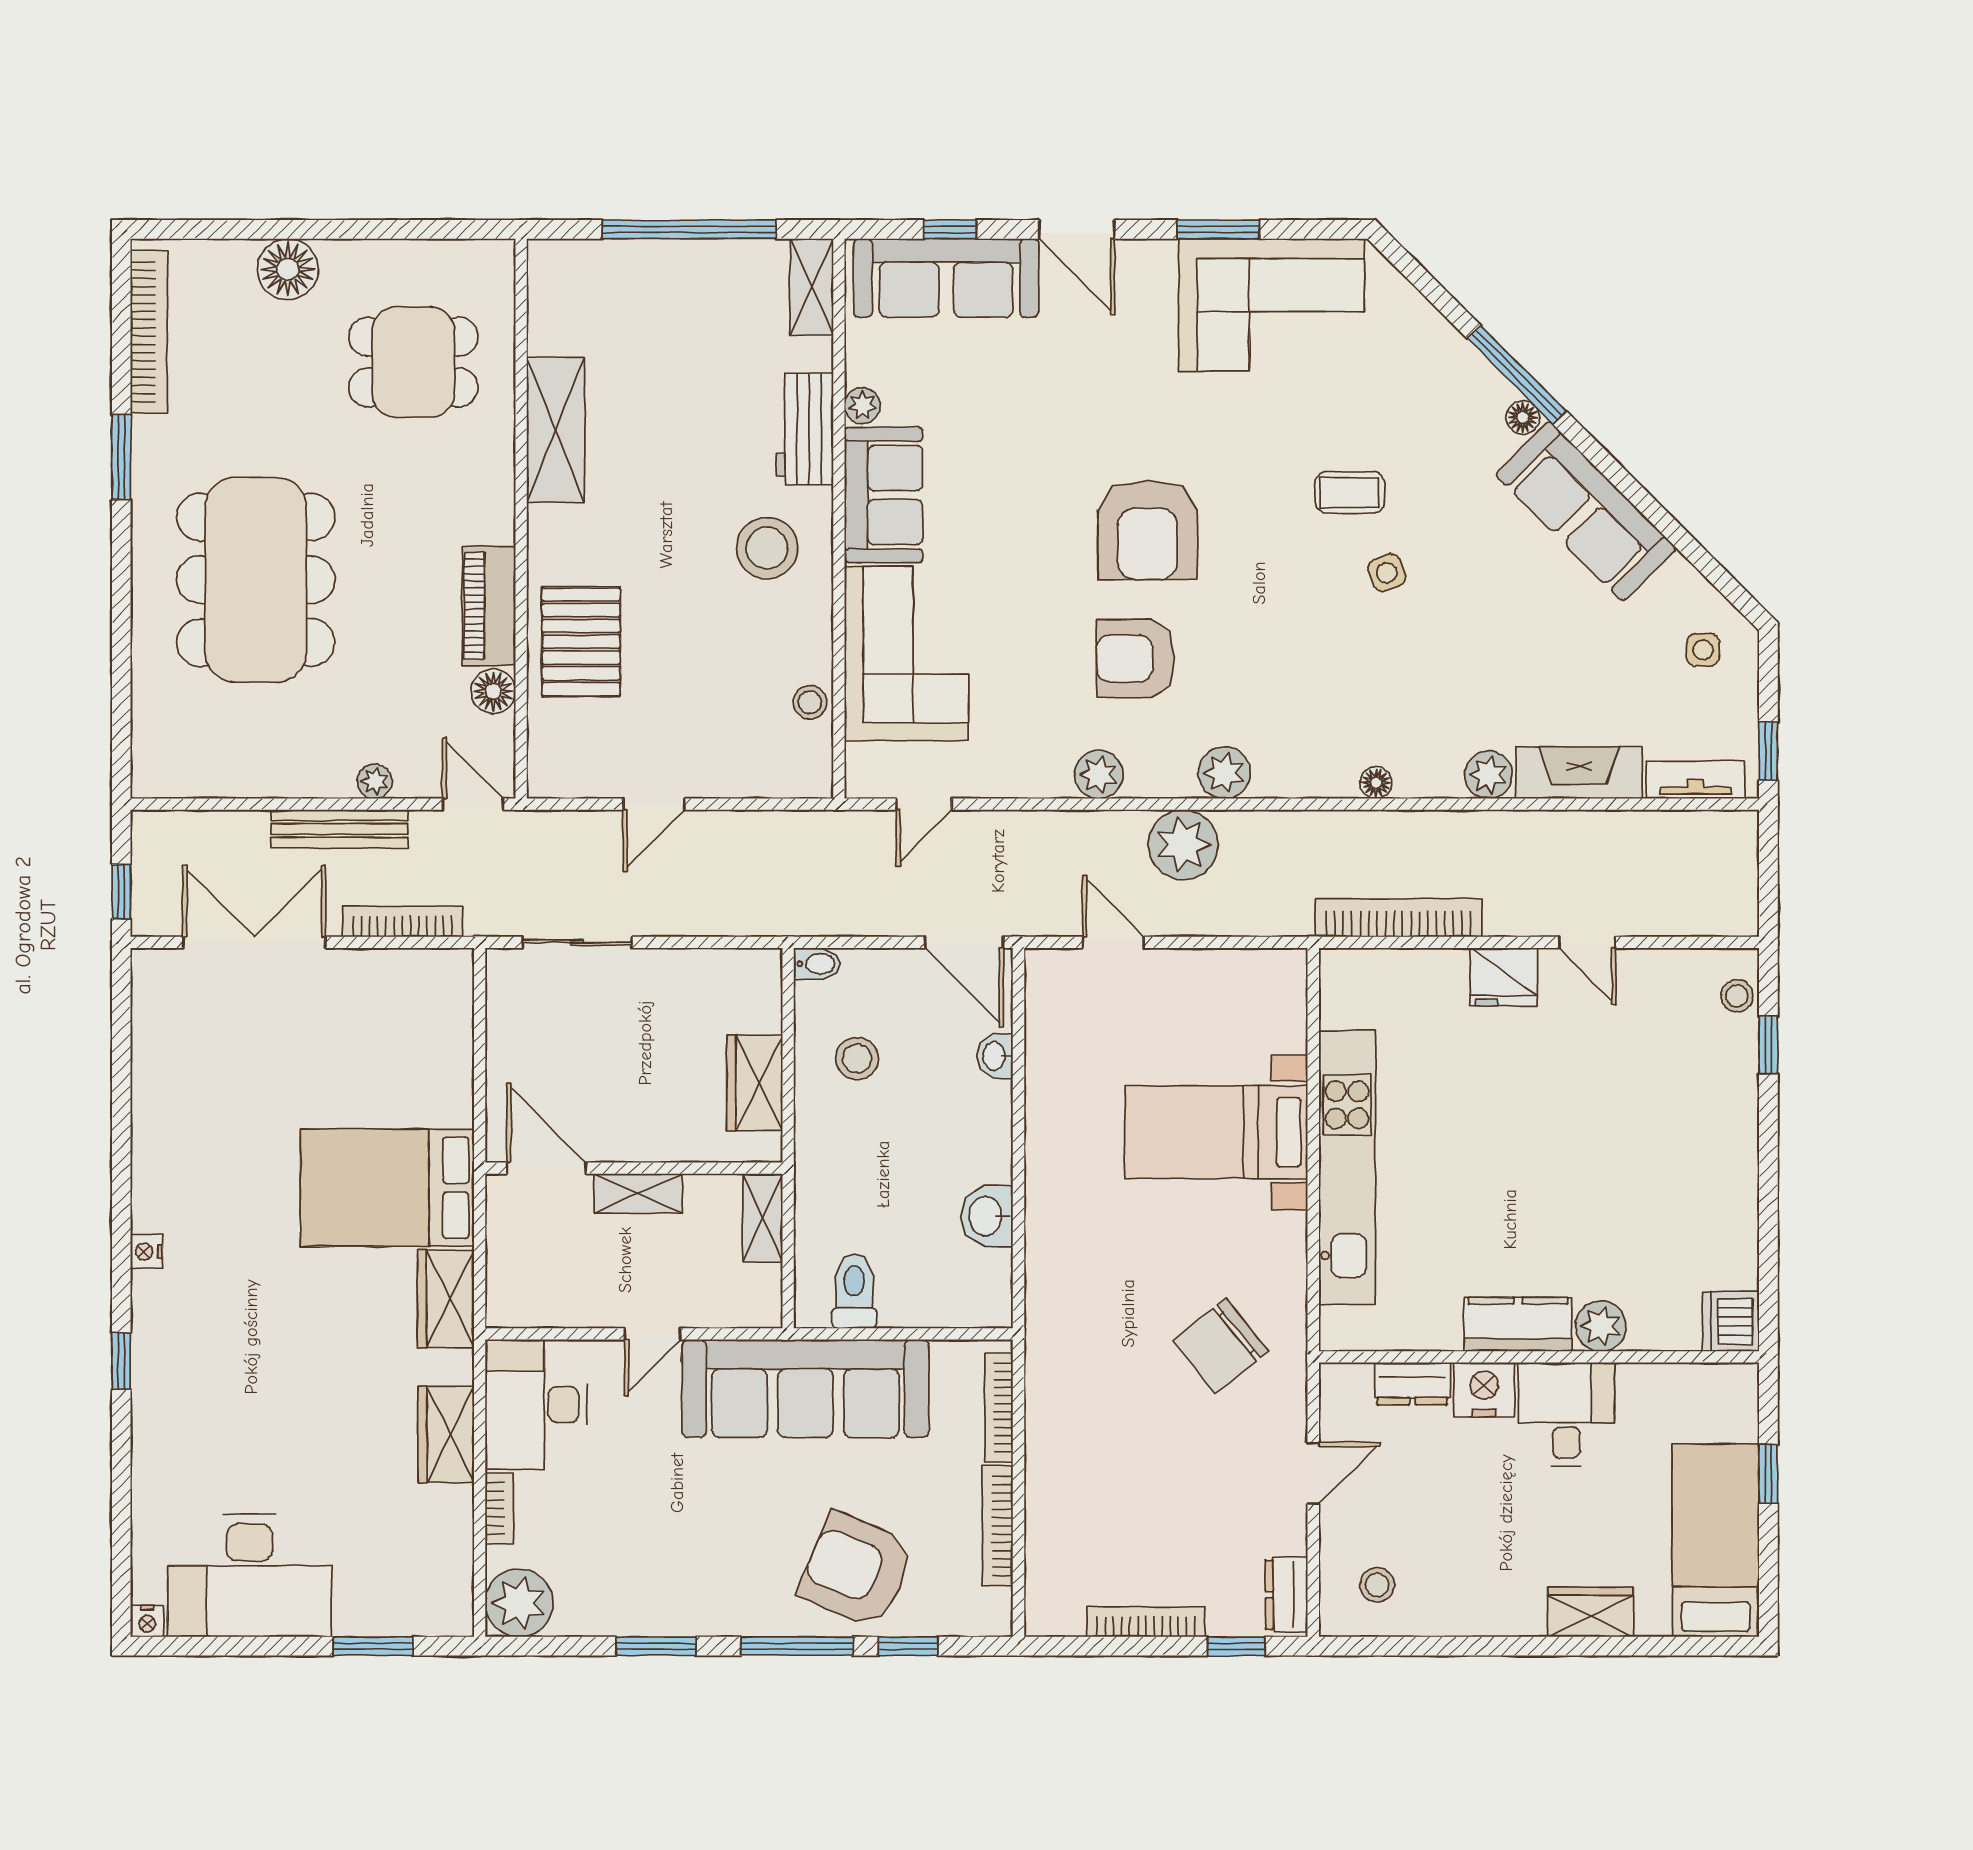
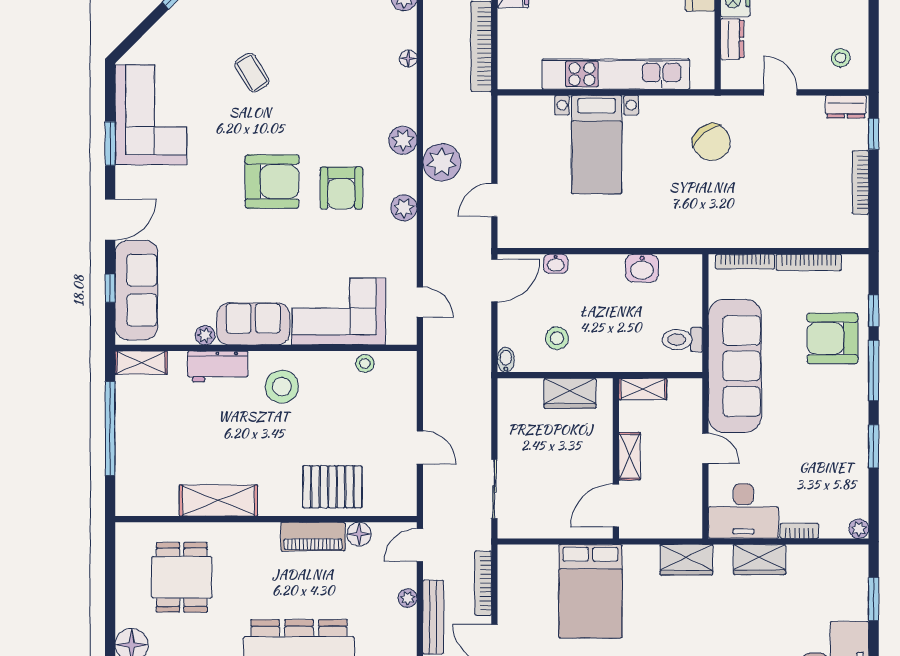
coffee table: (1350, 492) -> (252, 73), turned -31
side table: (1387, 573) -> (295, 53), removed
bed: (387, 1188) -> (590, 591), moved
armchair: (857, 1570) -> (832, 338), turned 67
plant: (519, 1603) -> (859, 529), width x0.53, depth x0.53

